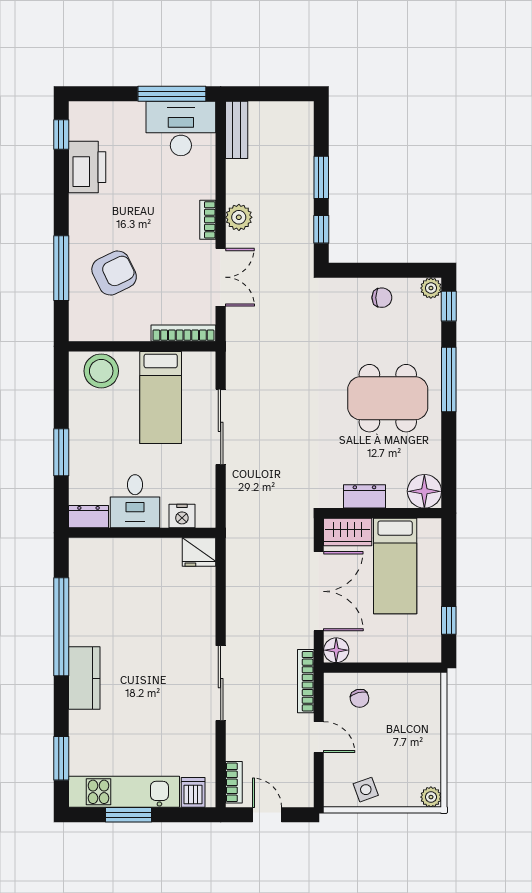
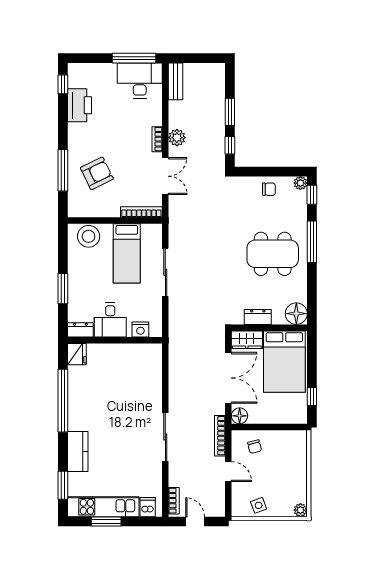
fridge: (199, 552) -> (77, 354), moved, turned -90
bed: (395, 566) -> (284, 362), width x1.50
kitchen counter: (84, 678) -> (78, 451), moved

